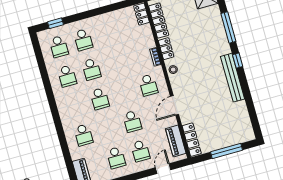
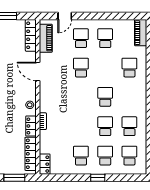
window: (55, 23) -> (98, 178), moved
school desk: (148, 85) -> (81, 156), moved
door: (175, 105) -> (38, 71), swing flipped

